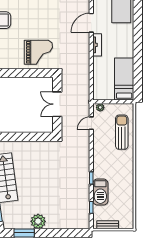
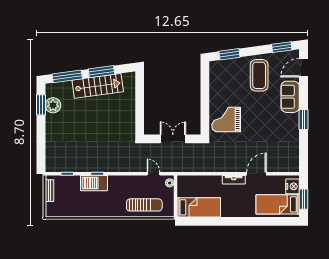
door: (91, 23) -> (256, 174), hinge flipped
grand piano: (38, 52) -> (226, 120), turned 90
barbecue: (100, 192) -> (94, 183), moved
plant: (38, 221) -> (53, 105), moved

